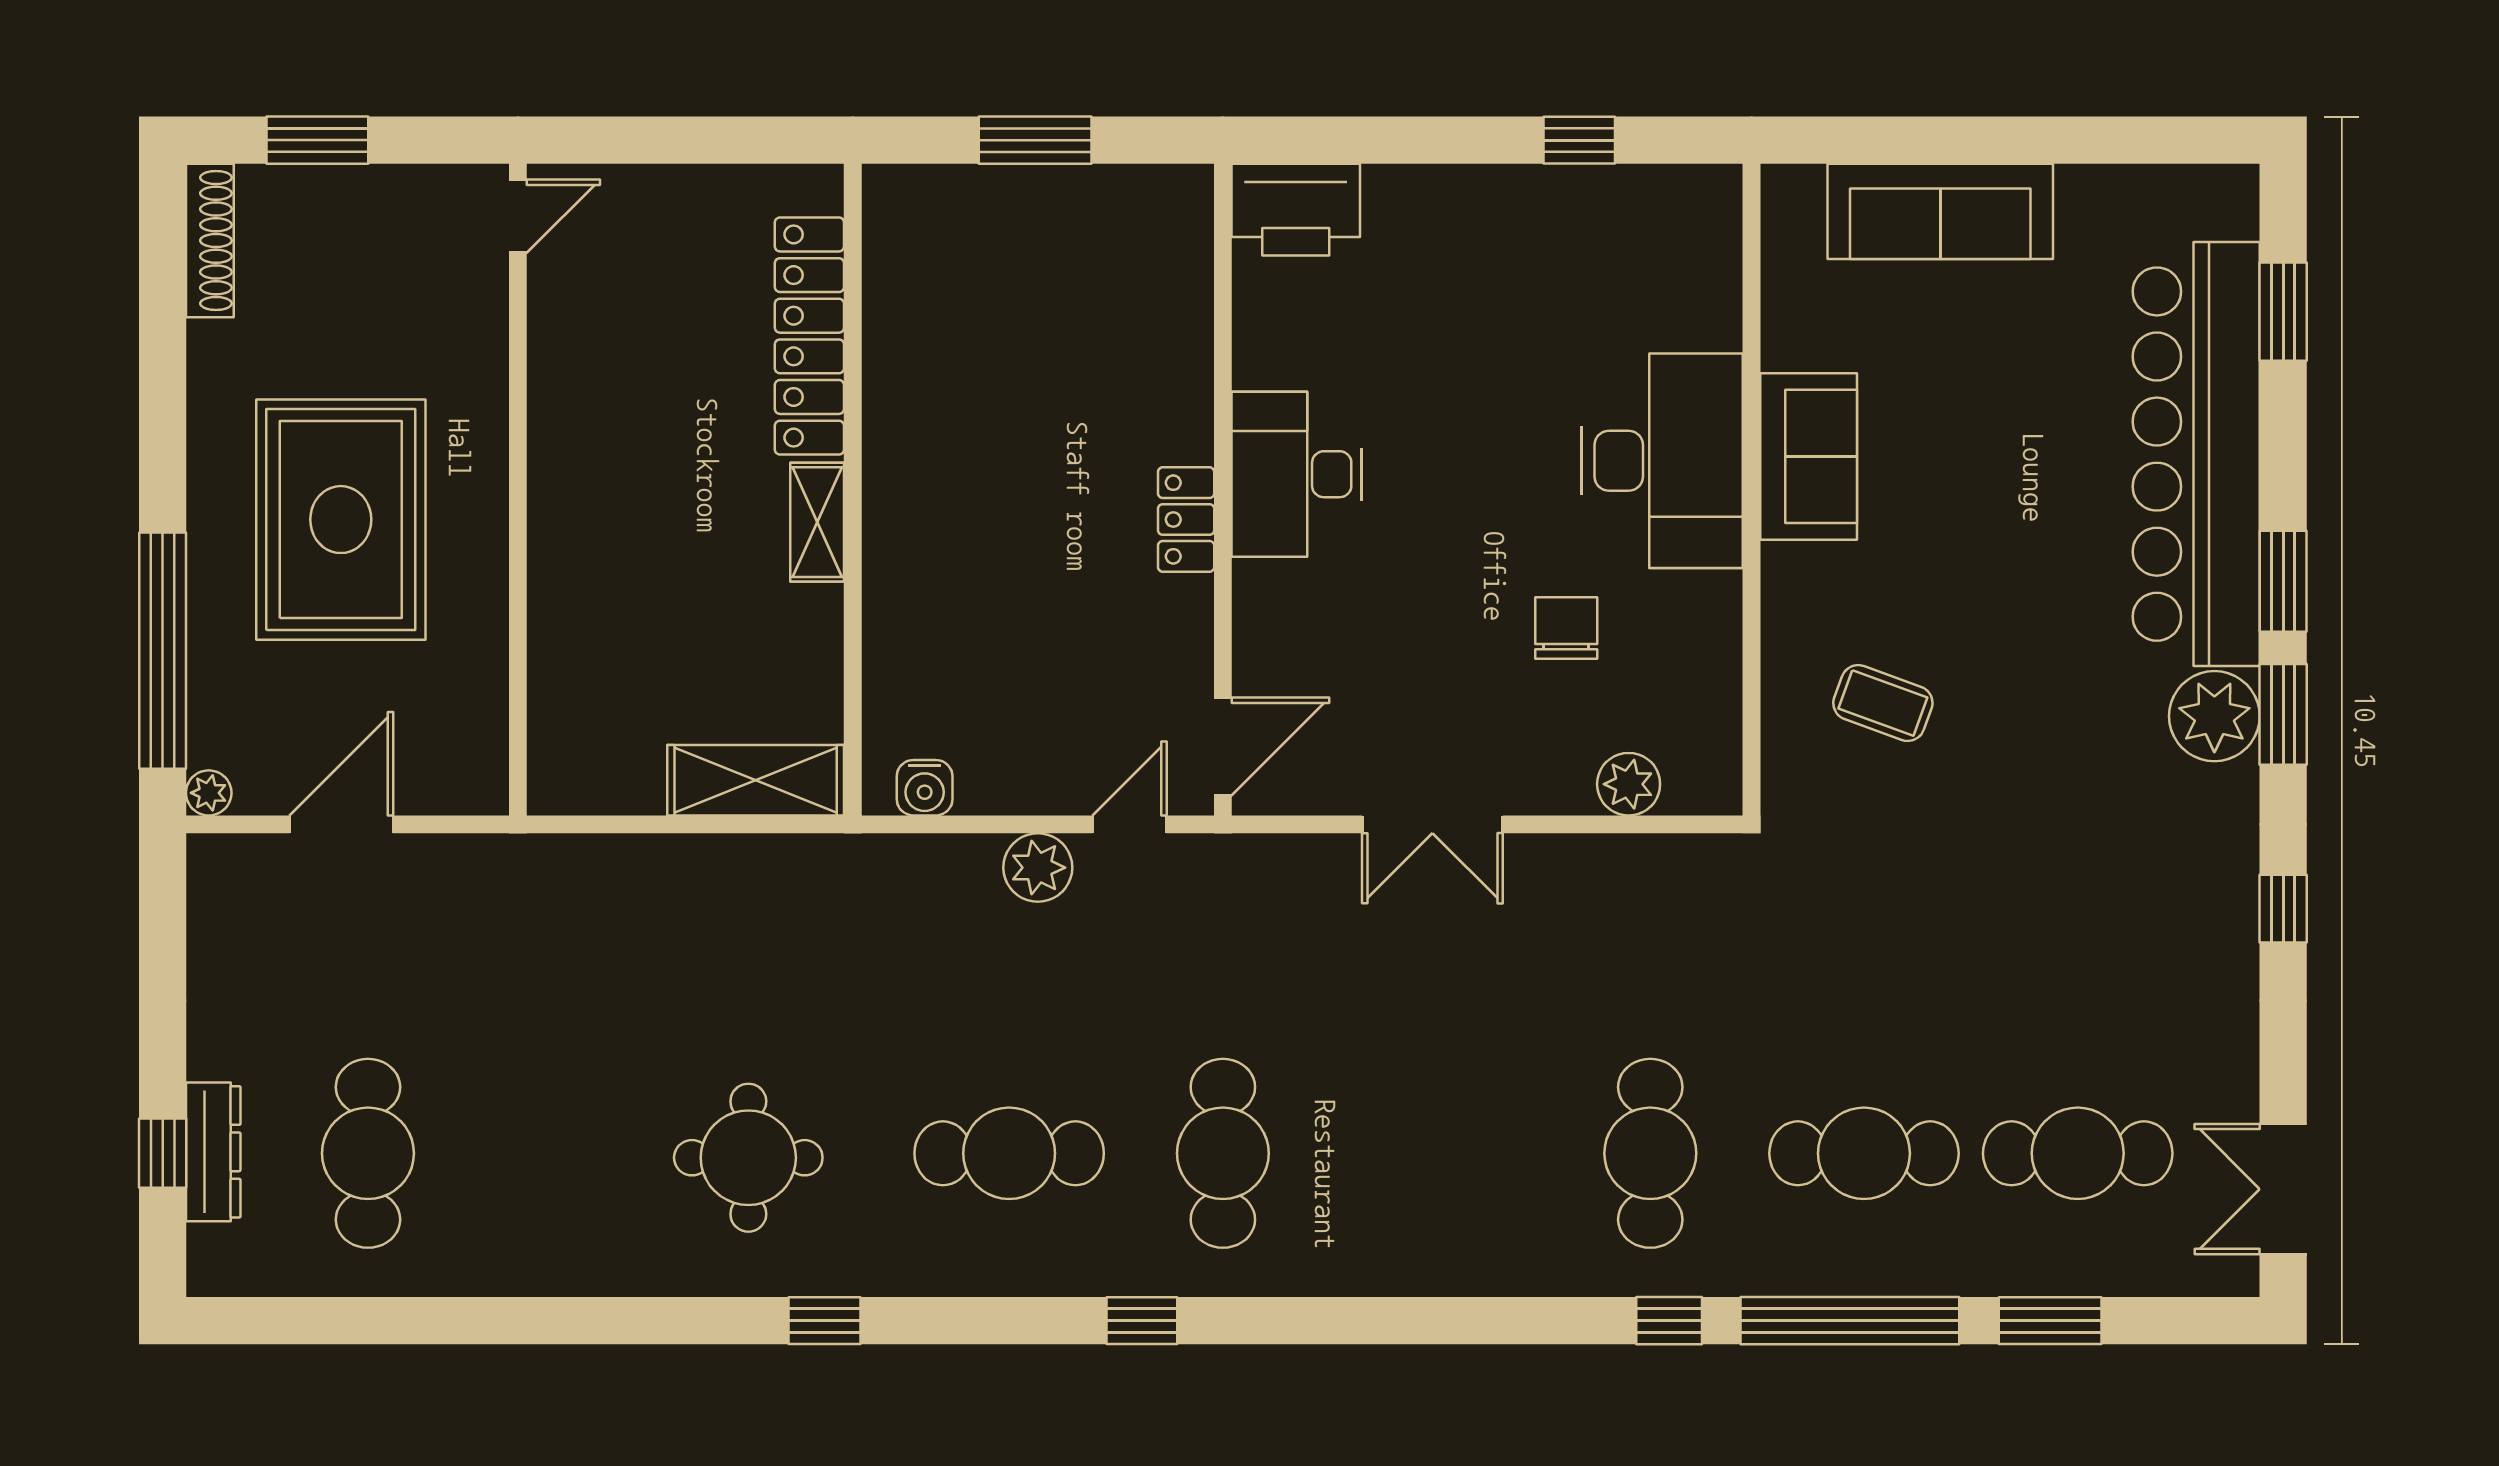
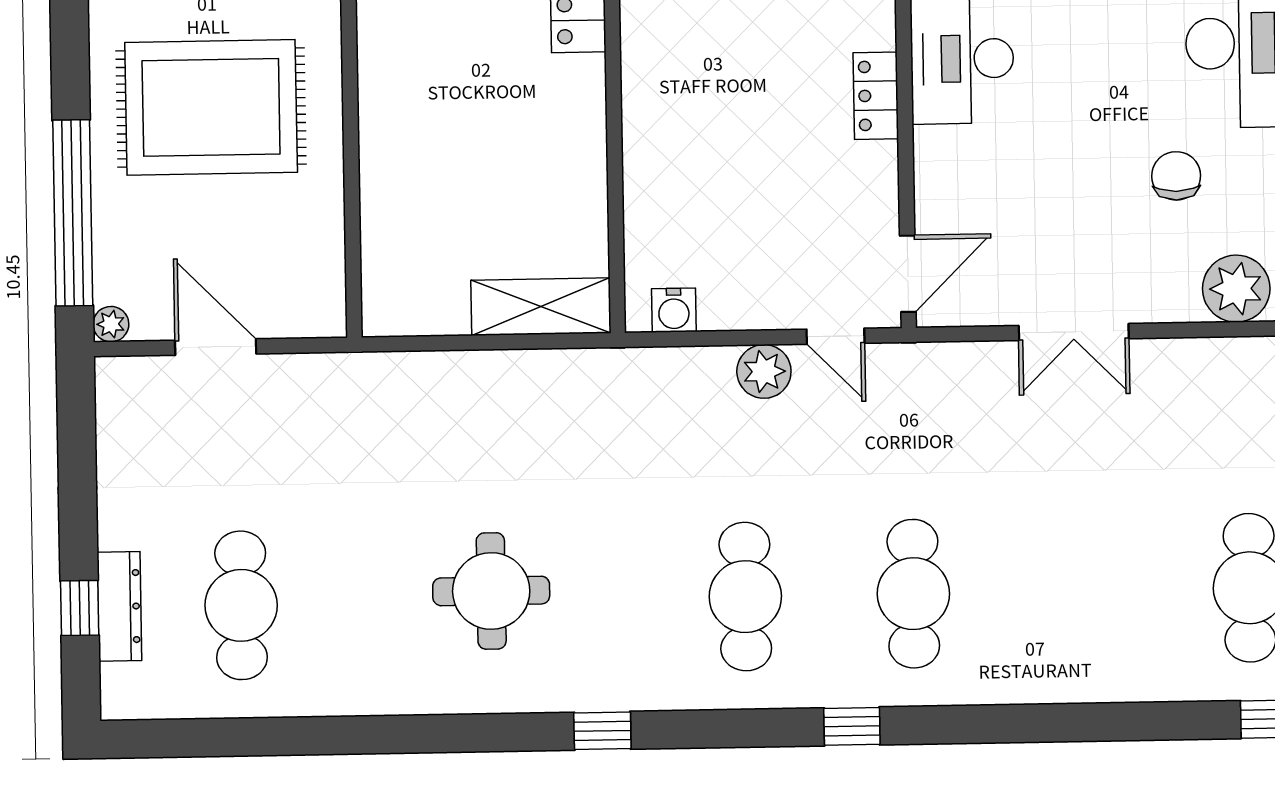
rug: (341, 520) -> (211, 107), turned 90
shelving: (817, 522) -> (586, 103), removed
plant: (1629, 784) -> (1236, 289), width x1.36, depth x1.36
door: (341, 824) -> (216, 347), hinge flipped
door: (1130, 824) -> (836, 336), swing flipped
cafe table: (1009, 1153) -> (745, 597), turned 90
round table: (748, 1158) -> (491, 591), moved

